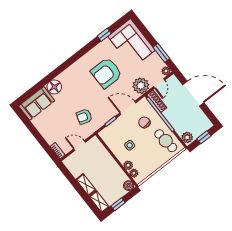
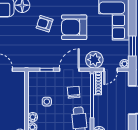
door: (128, 108) -> (69, 70), hinge flipped
armchair: (84, 117) -> (45, 24), moved

